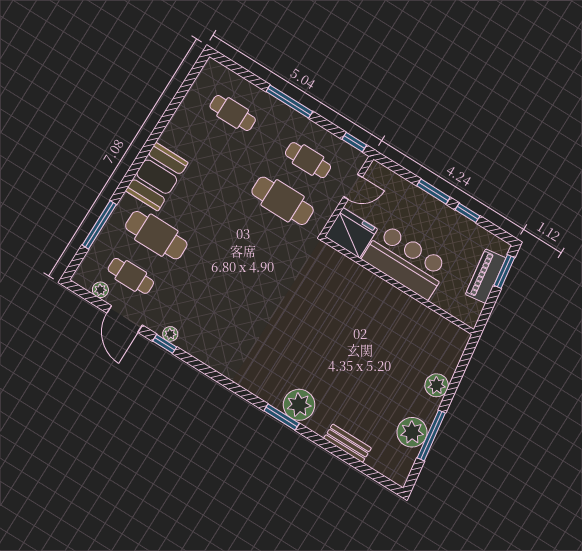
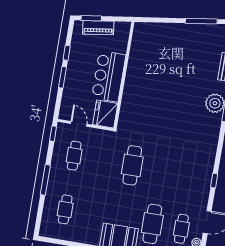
cafe table: (283, 201) -> (132, 165), moved
plant: (170, 334) -> (205, 193), removed
window: (165, 344) -> (214, 181), moved
plant: (437, 385) -> (172, 30), removed
plant: (412, 432) -> (204, 33), removed

